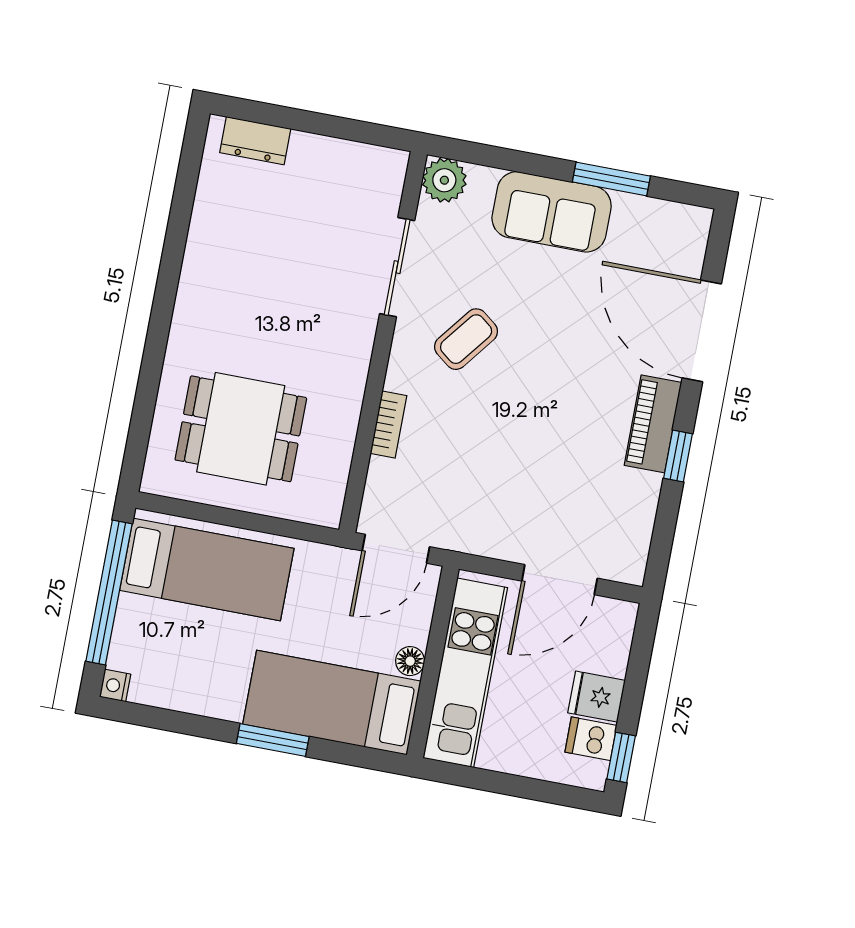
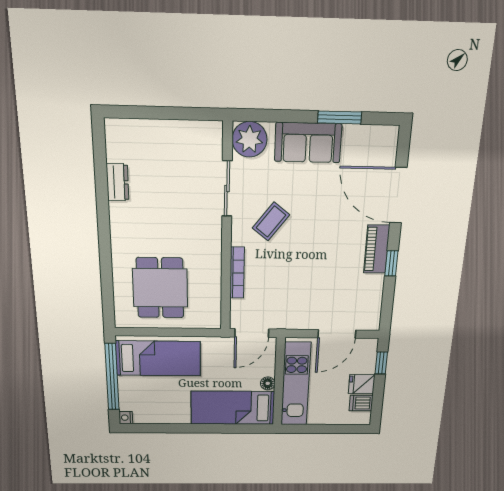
dresser: (255, 141) -> (118, 182), moved, turned -90
plant: (444, 180) -> (249, 139), width x1.36, depth x1.36
bookcase: (389, 425) -> (237, 273), width x1.56
dining table: (241, 429) -> (160, 288), turned 90
window: (273, 740) -> (207, 428), removed
window: (621, 757) -> (381, 363), moved

